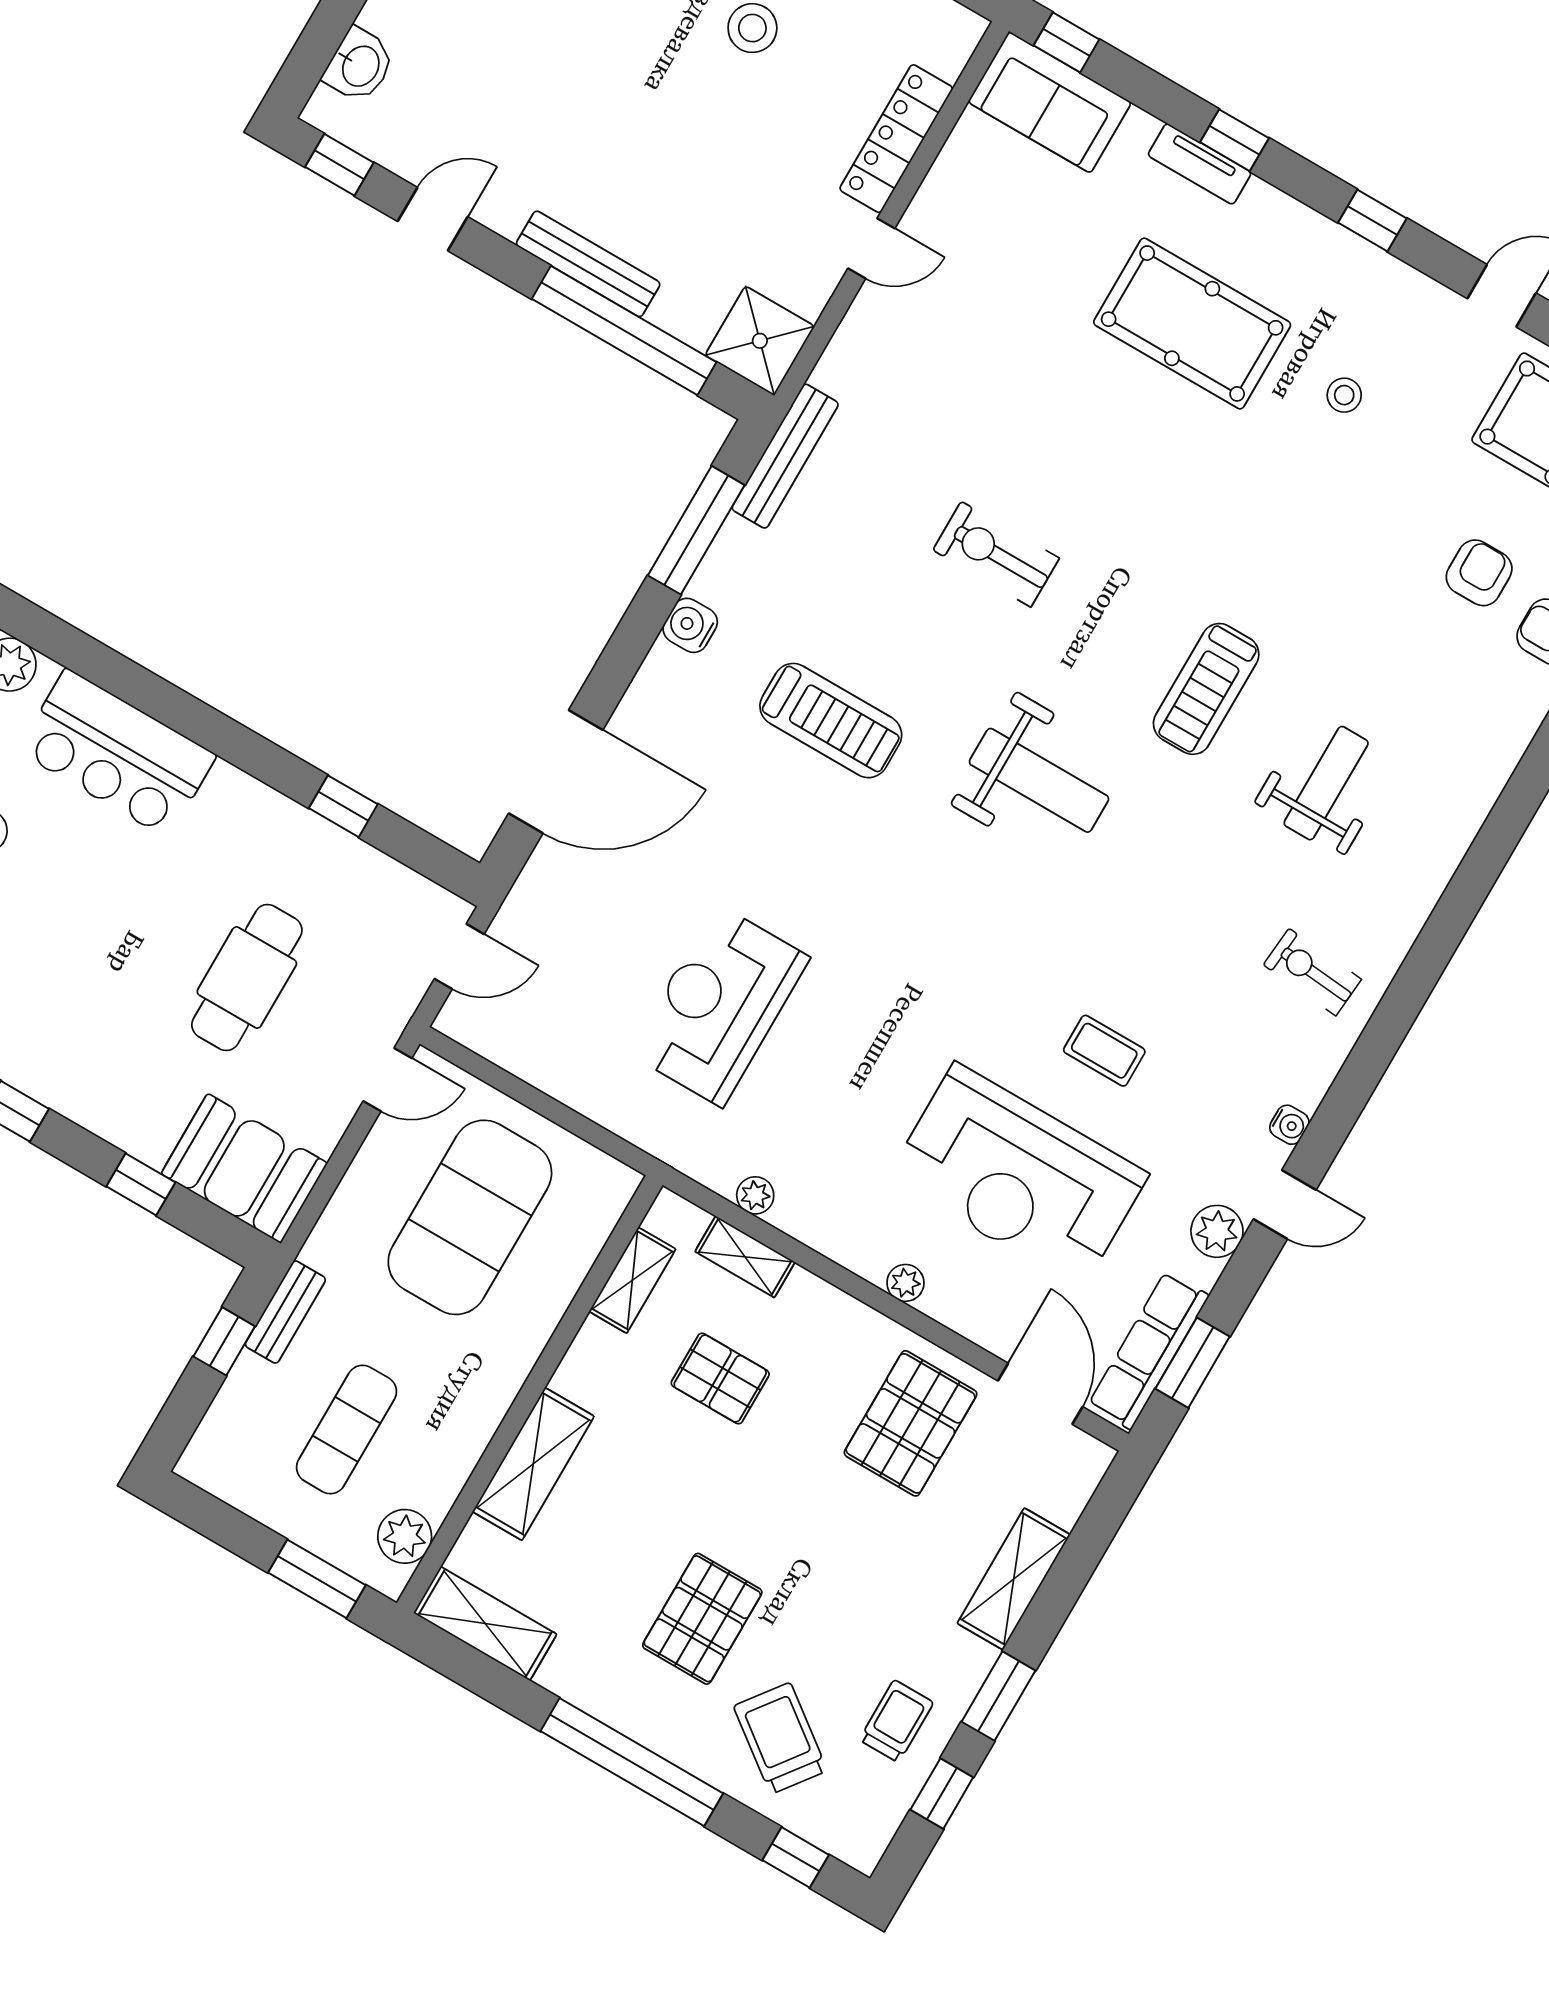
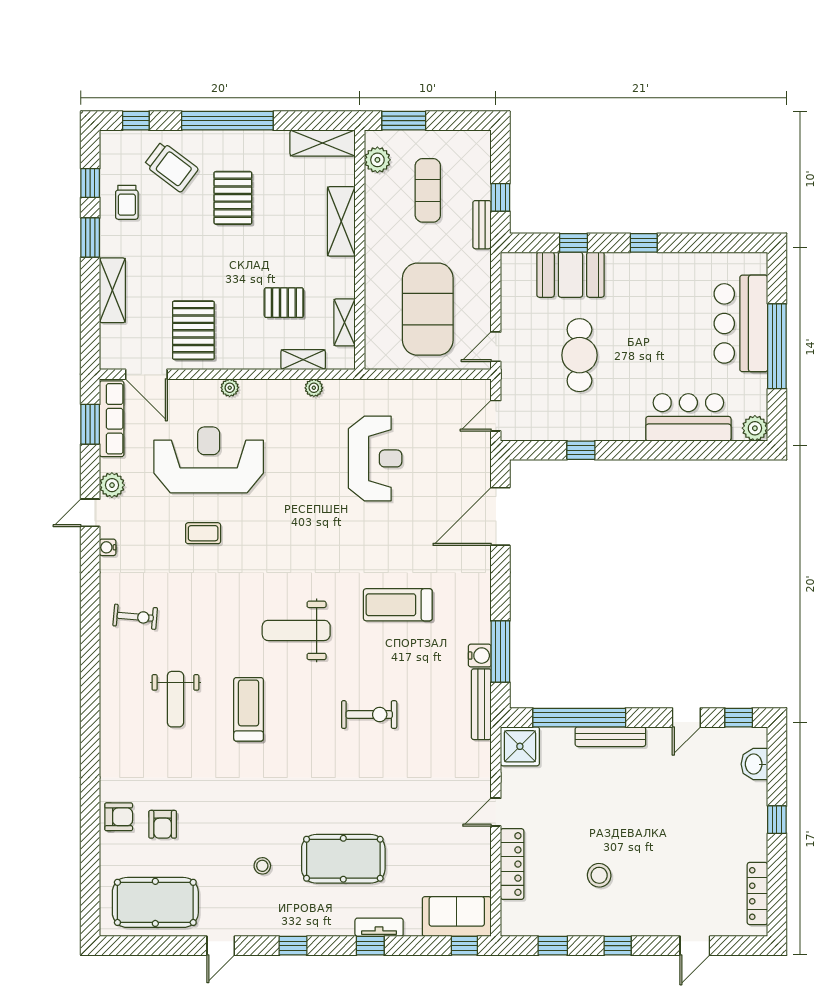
water cooler: (690, 625) -> (480, 656), moved
booth: (244, 1168) -> (570, 275), moved

